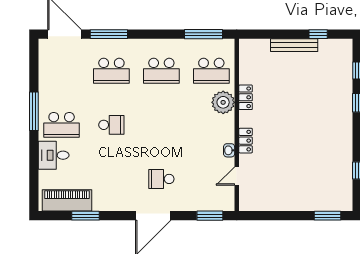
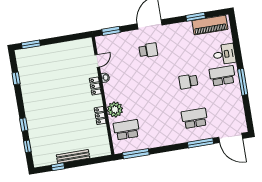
school desk: (161, 71) -> (161, 124), removed

